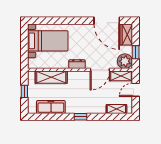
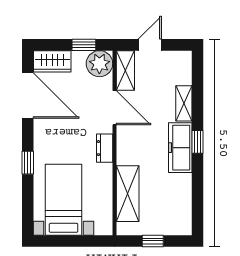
window: (69, 21) -> (28, 163), added
door: (107, 21) -> (28, 96), hinge flipped
door: (136, 90) -> (150, 45), swing flipped
freezer: (51, 107) -> (180, 148), moved
shelving: (116, 109) -> (184, 103), moved

